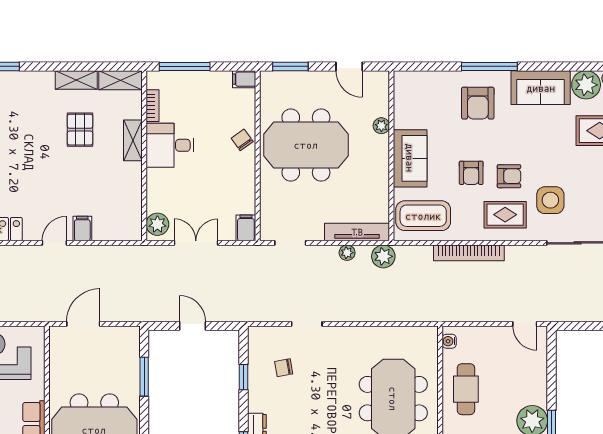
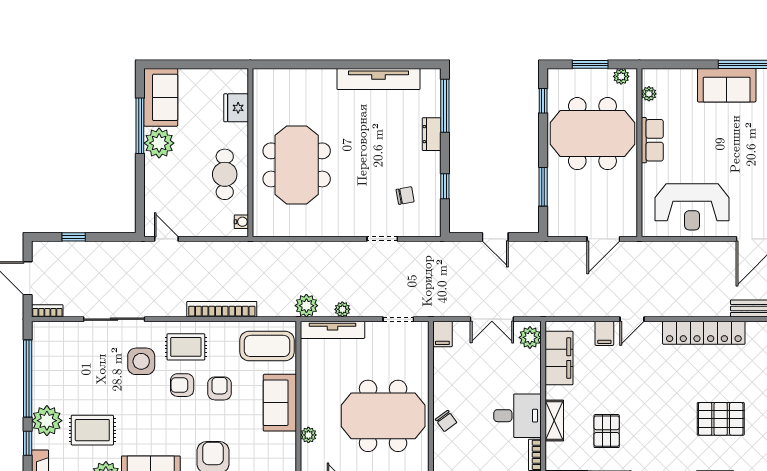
filing cabinet: (128, 203) -> (559, 358), added

